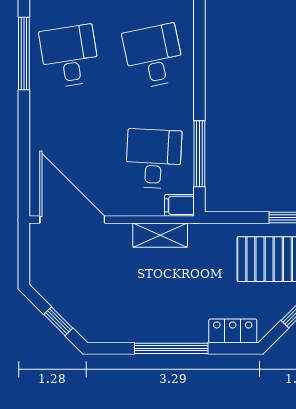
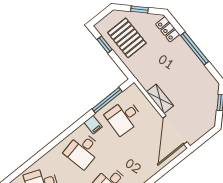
filing cabinet: (179, 205) -> (93, 125), moved
shelving: (160, 235) -> (160, 99), moved

